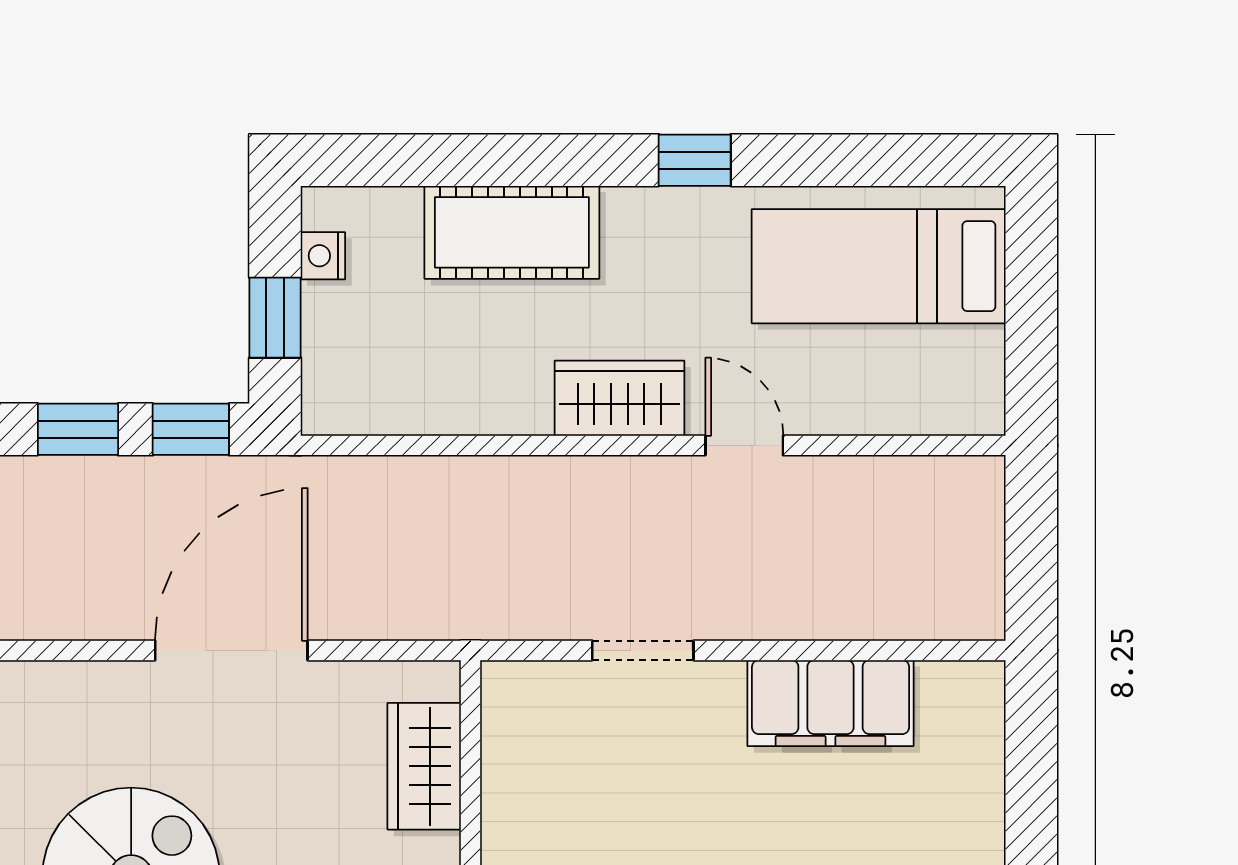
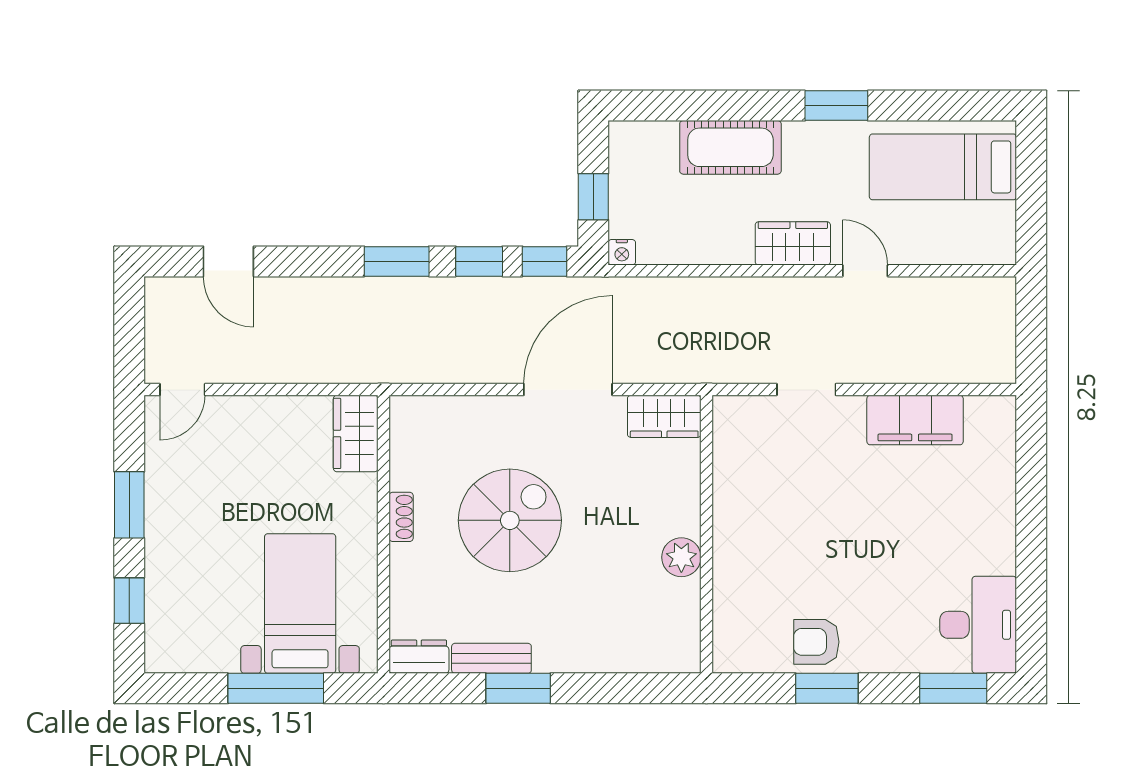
window: (695, 160) -> (836, 106), width x1.50
nightstand: (323, 256) -> (622, 252), moved, turned -90
wardrobe: (424, 766) -> (664, 416), moved, turned -90

